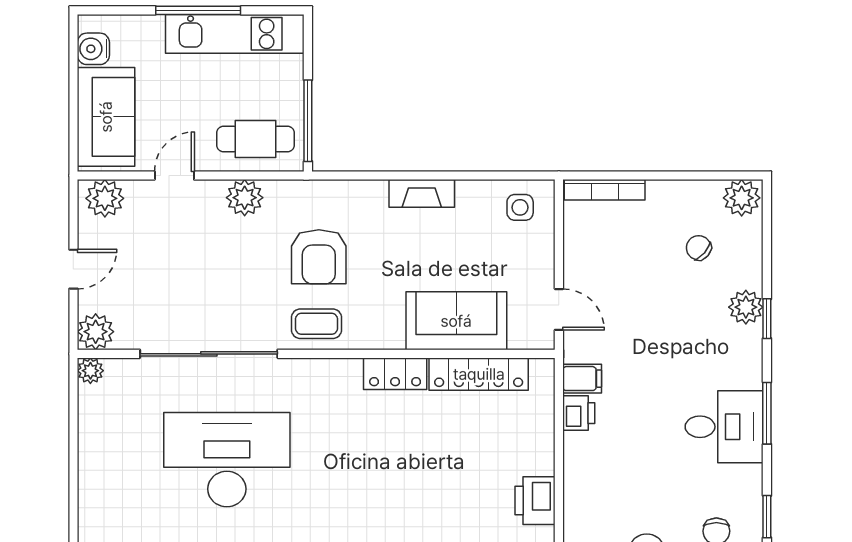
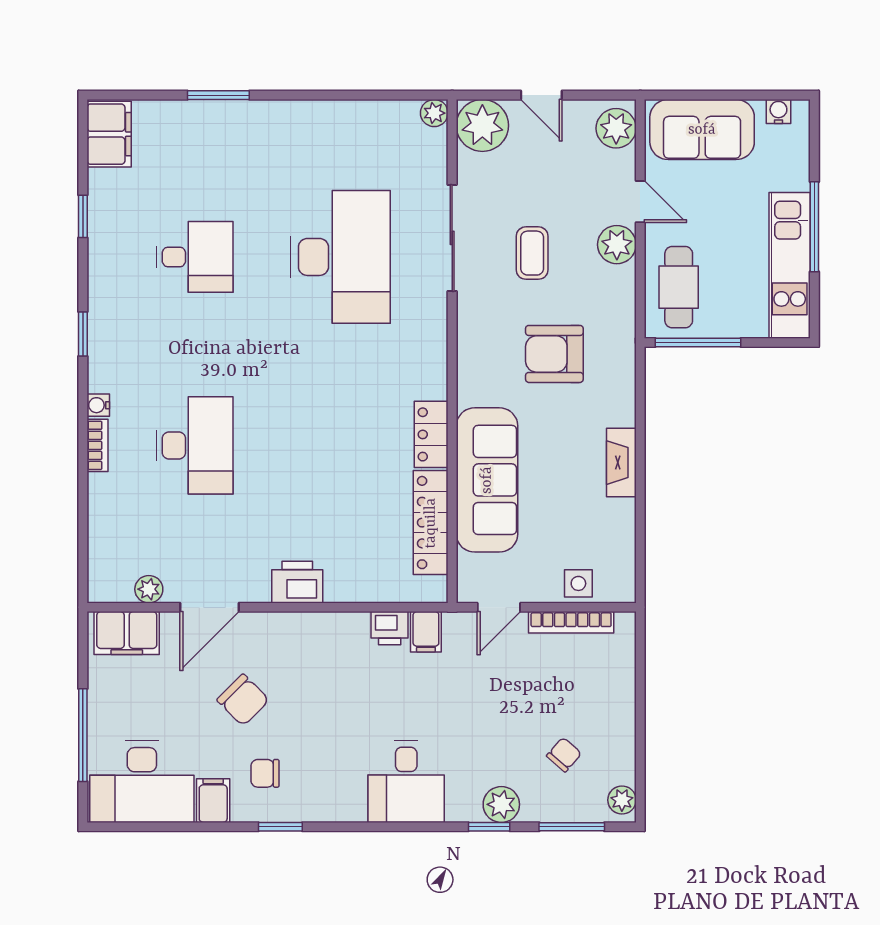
water cooler: (93, 49) -> (778, 112), width x0.72, depth x0.72
bookcase: (605, 190) -> (571, 622), moved, turned -90
plant: (245, 198) -> (617, 245), moved
plant: (742, 198) -> (622, 800), width x0.73, depth x0.73
side table: (520, 207) -> (578, 583), moved
sofa: (456, 321) -> (487, 480), width x1.36
coffee table: (317, 324) -> (532, 253), moved
plant: (96, 332) -> (482, 125), width x1.36, depth x1.36
sliding door: (209, 354) -> (452, 238), width x0.73
window: (767, 413) -> (572, 827), moved
desk: (724, 427) -> (406, 782), moved

